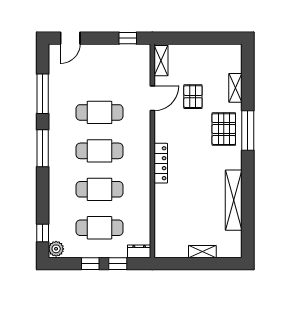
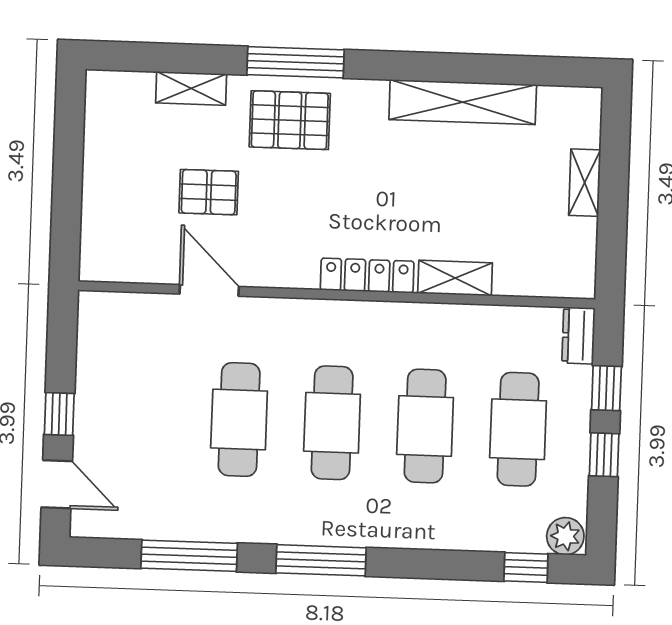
window: (128, 38) -> (59, 414), moved
shelving: (161, 61) -> (455, 278), moved

